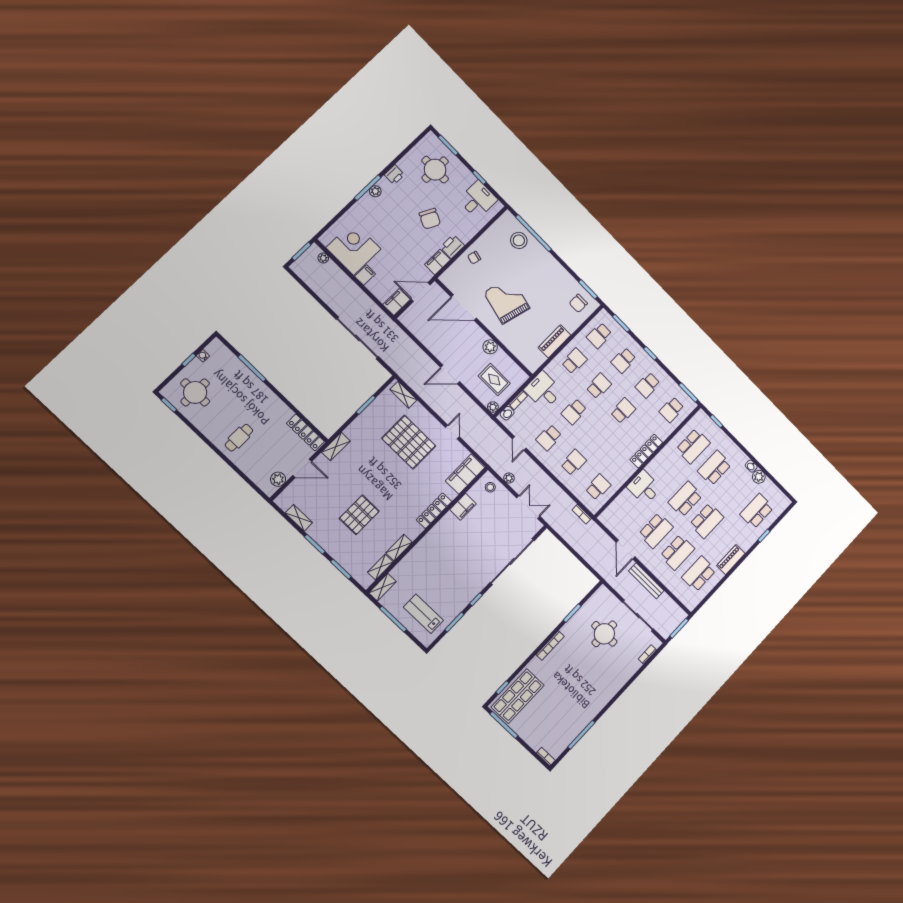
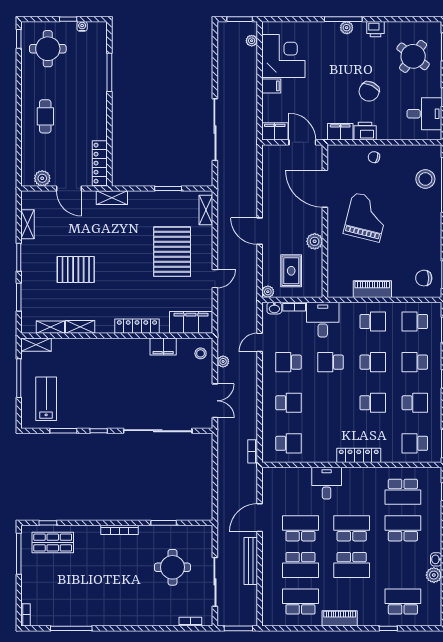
round table: (435, 170) -> (413, 56), turned 37
school desk: (648, 385) -> (415, 403), turned 180
cafe table: (239, 438) -> (45, 116), turned 90
school desk: (656, 531) -> (300, 528), turned 180
shop shelf: (518, 696) -> (53, 543), width x0.70, depth x0.74

